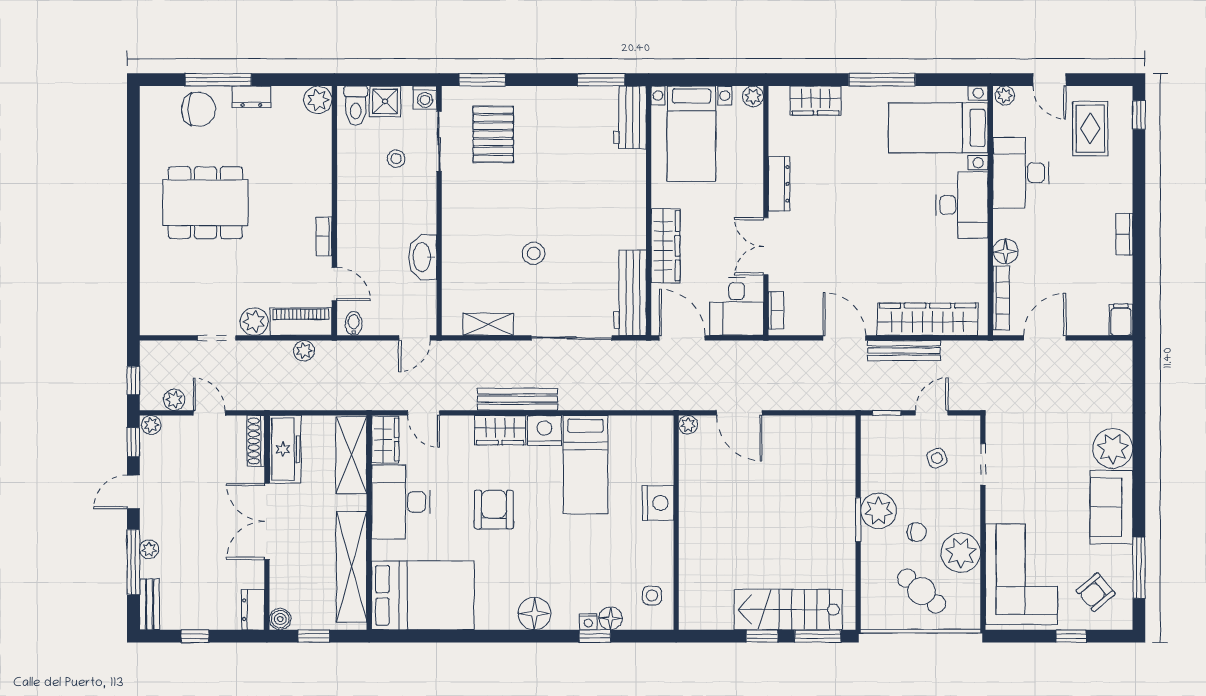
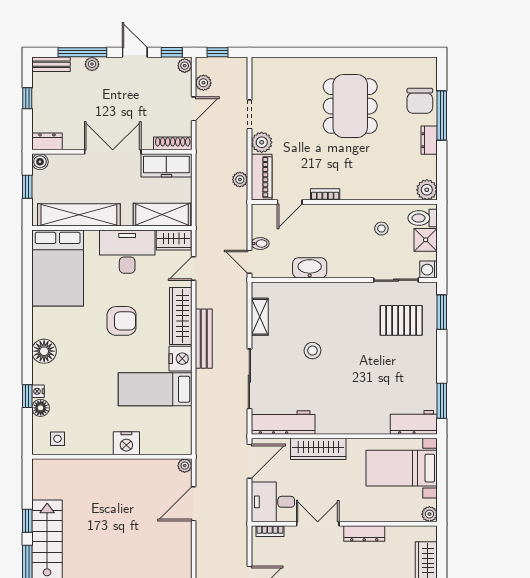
stool: (396, 159) -> (381, 229), moved
bidet: (354, 324) -> (260, 244), moved
wardrobe: (500, 430) -> (181, 316), width x1.50

